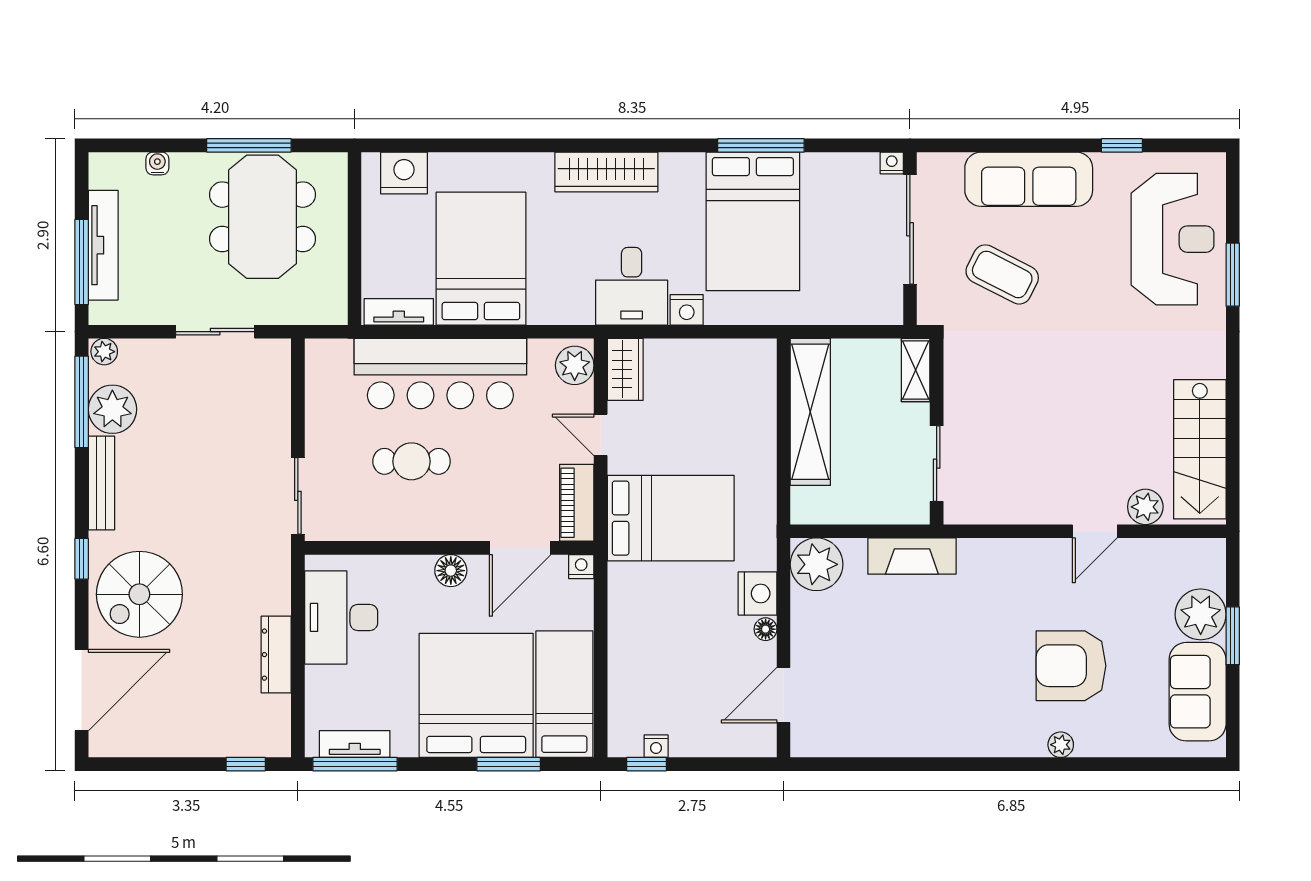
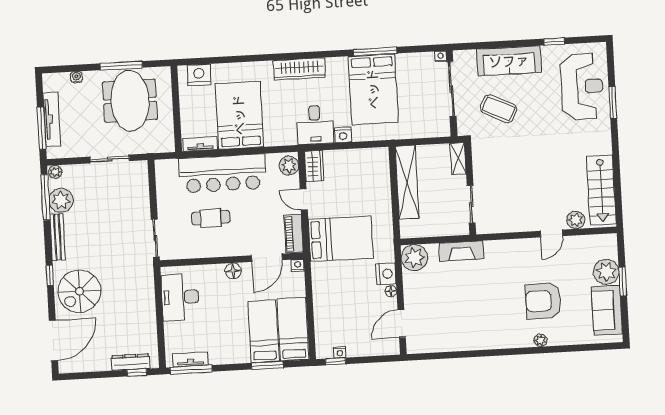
dresser: (276, 655) -> (130, 362), moved, turned 90
bed: (476, 695) -> (264, 331), width x0.49

